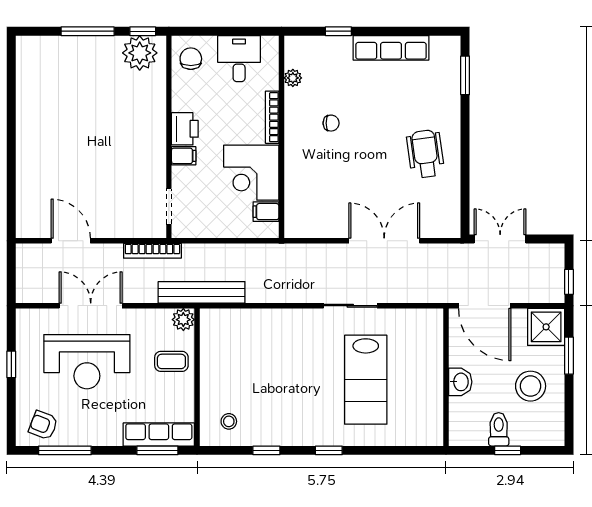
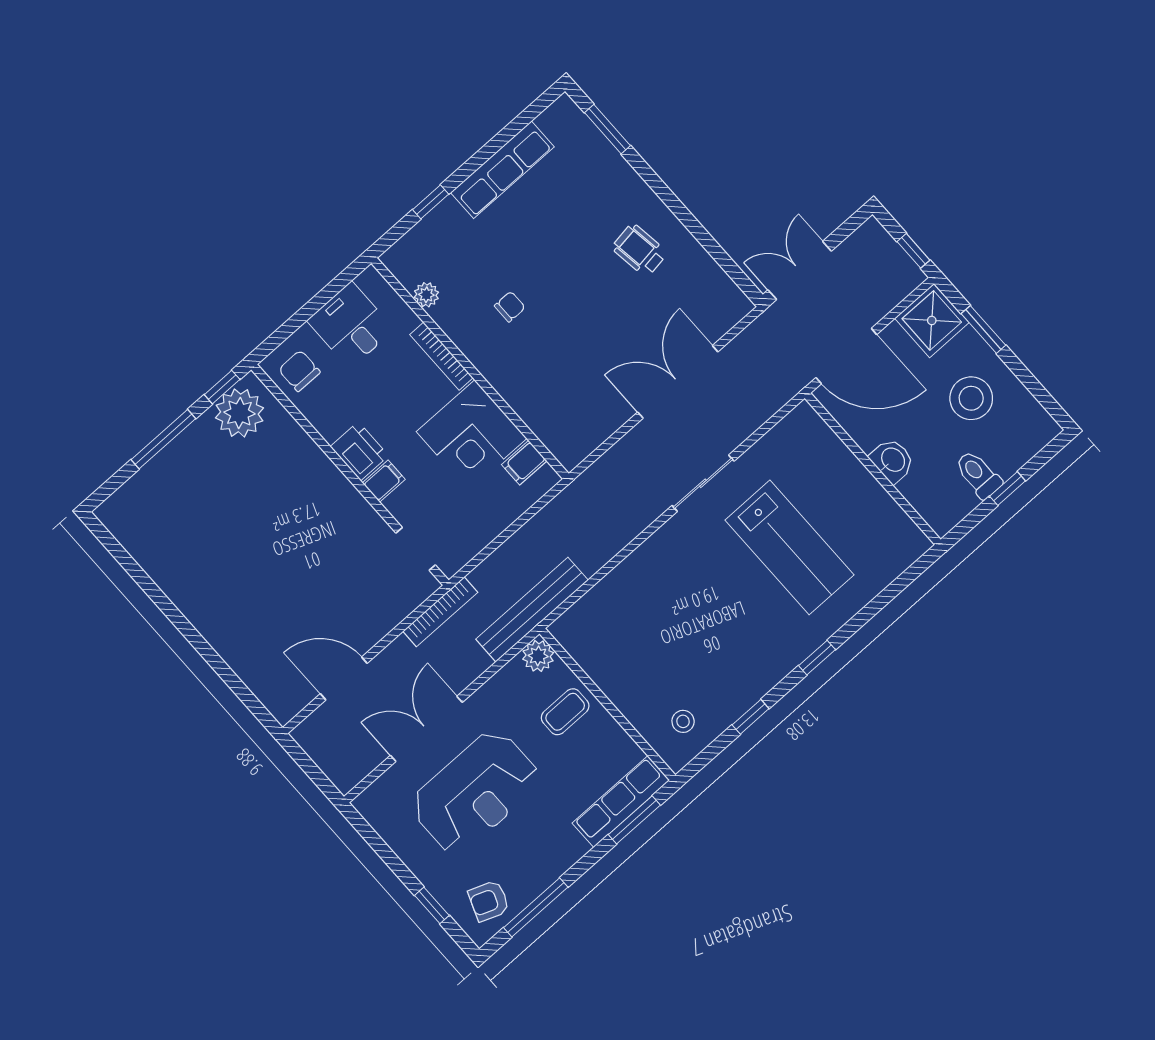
wheelchair: (425, 154) -> (640, 250), width x0.73, depth x0.73
window: (11, 364) -> (432, 905), moved

